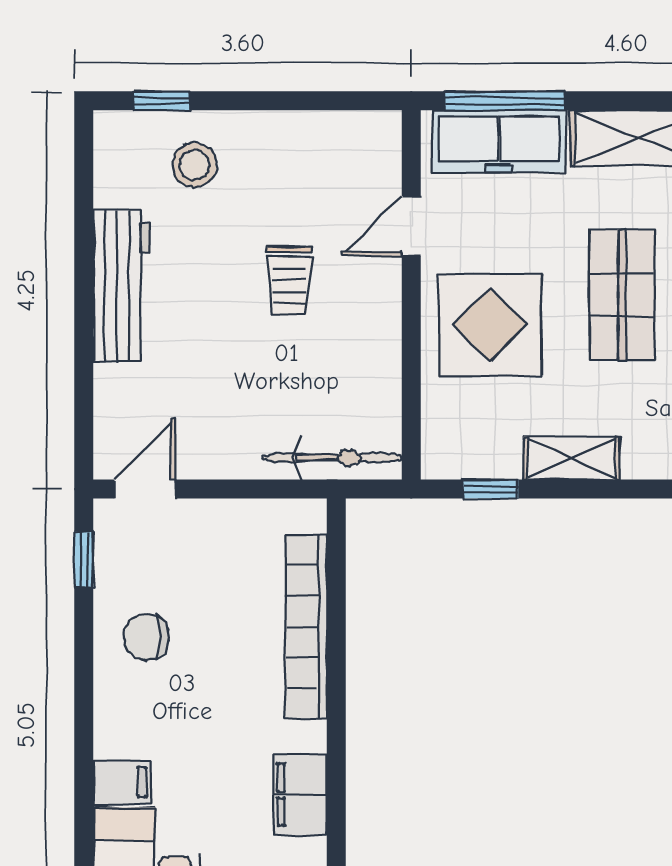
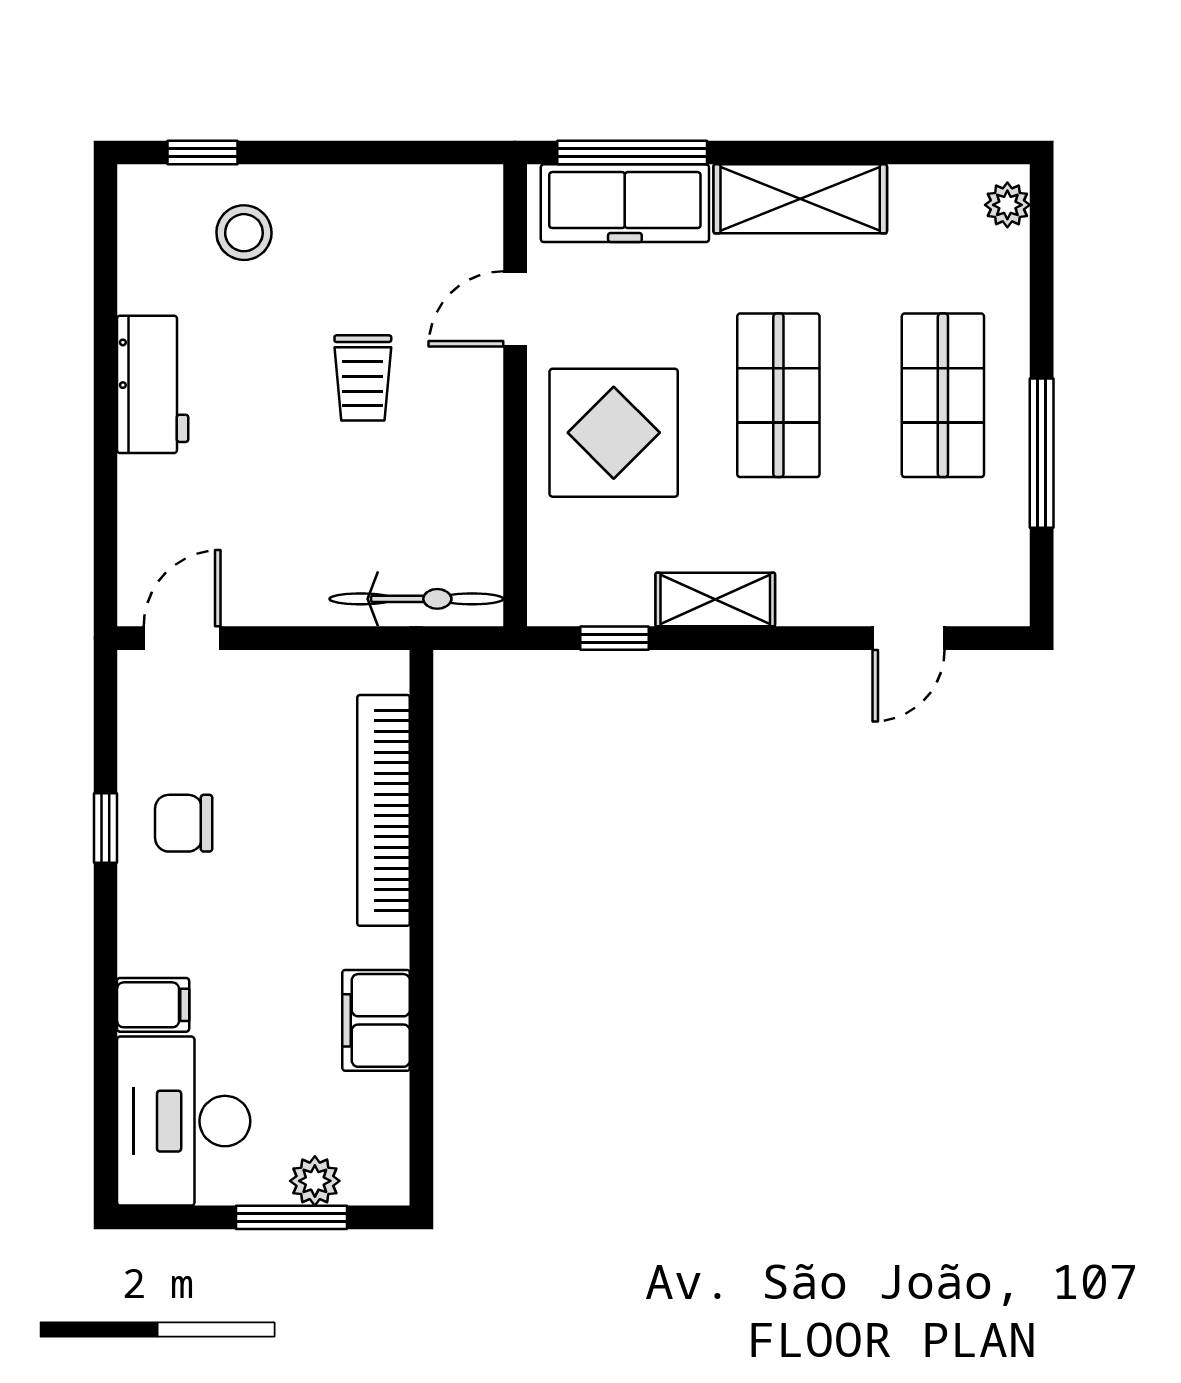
workbench: (121, 286) -> (153, 384), width x0.73
window: (84, 560) -> (105, 828), moved

